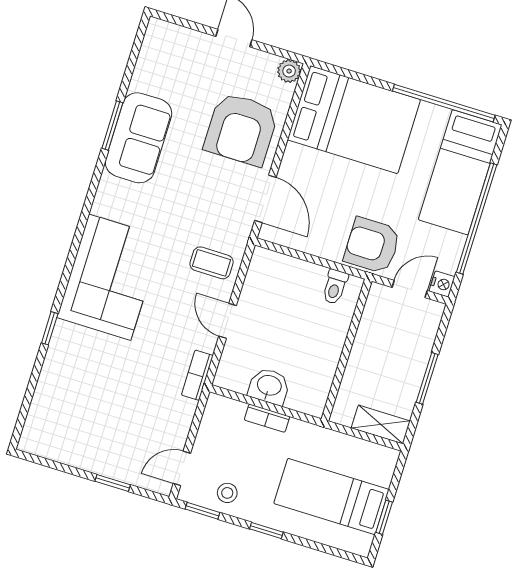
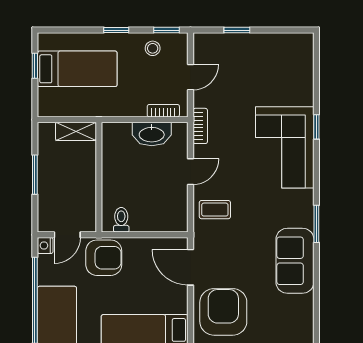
window: (112, 126) -> (316, 224), moved
sofa: (138, 138) -> (295, 261), moved
corner sofa: (110, 277) -> (285, 147), moved
door: (228, 321) -> (191, 172), hinge flipped
washbasin: (269, 386) -> (152, 134), width x1.38
bookcase: (267, 418) -> (163, 111), moved
shelving: (381, 425) -> (76, 131), moved
door: (182, 468) -> (191, 77), moved

